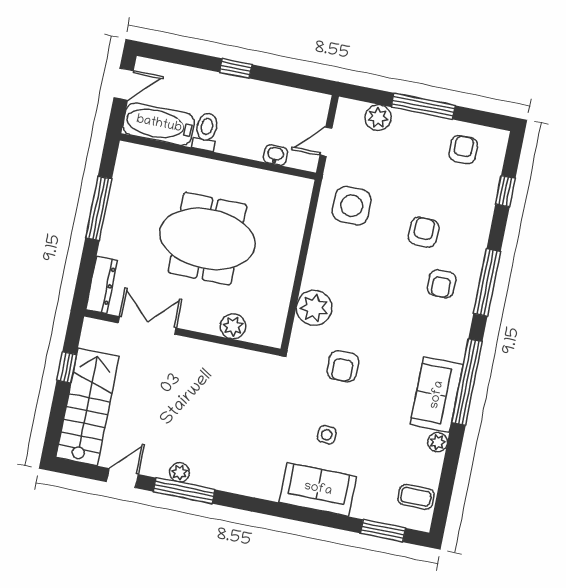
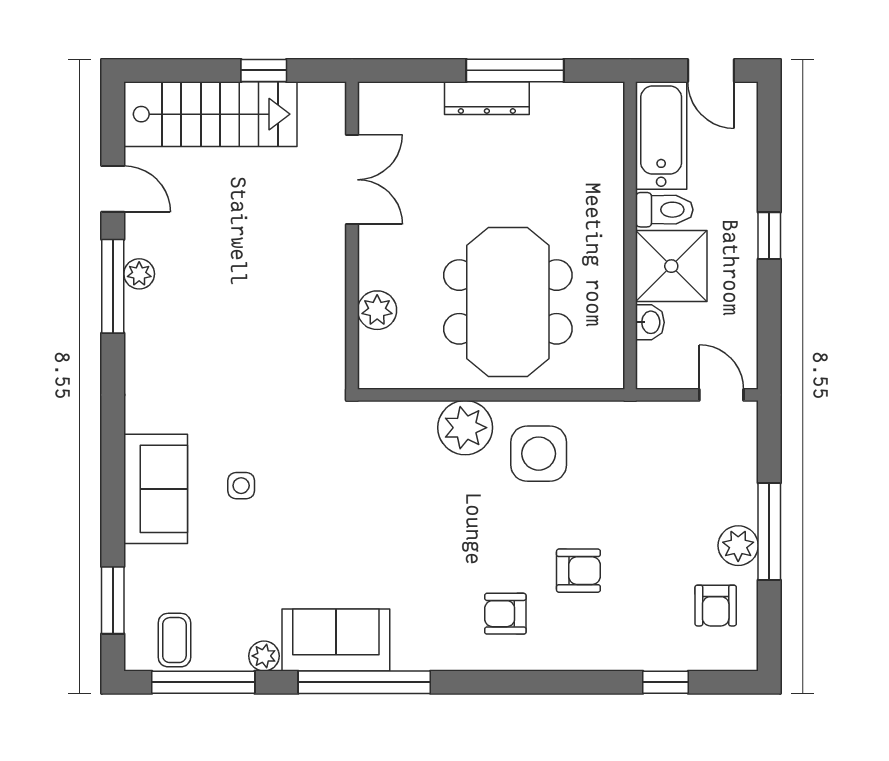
plant: (378, 118) -> (738, 546), moved
shower: (243, 134) -> (671, 266), added
door: (326, 142) -> (721, 395), moved
armchair: (463, 150) -> (716, 606), turned 90
side table: (352, 206) -> (539, 454), moved
meeting table: (207, 239) -> (508, 302), moved
window: (487, 283) -> (203, 682), moved
dresser: (102, 285) -> (487, 98), moved
plant: (314, 308) -> (465, 428), moved
armchair: (343, 366) -> (350, 489), removed

